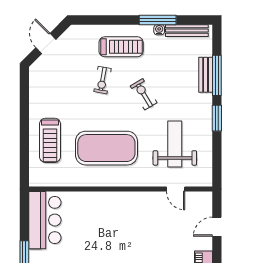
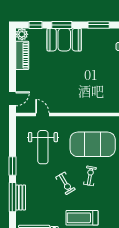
exercise bike: (102, 80) -> (90, 176), moved
door: (217, 227) -> (12, 99), moved

